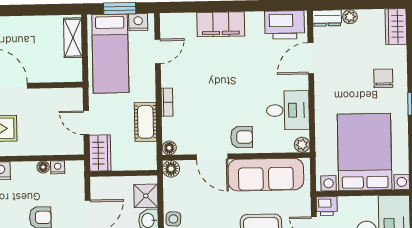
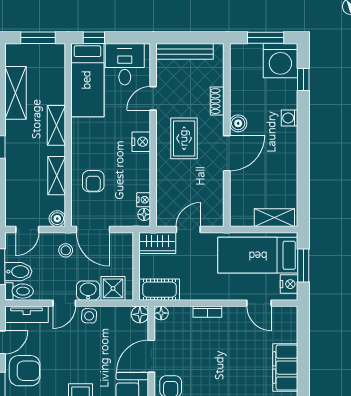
cot: (146, 122) -> (159, 290), moved
floor lamp: (43, 167) -> (144, 214), moved

